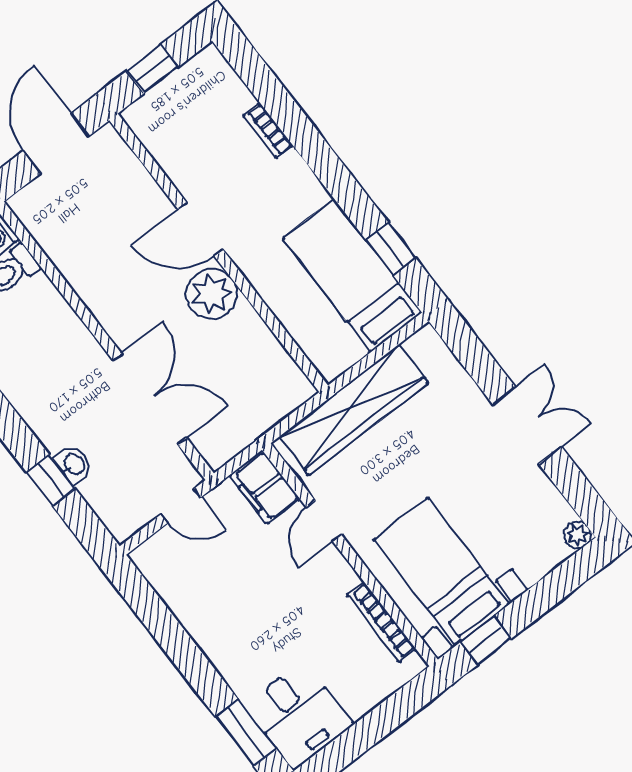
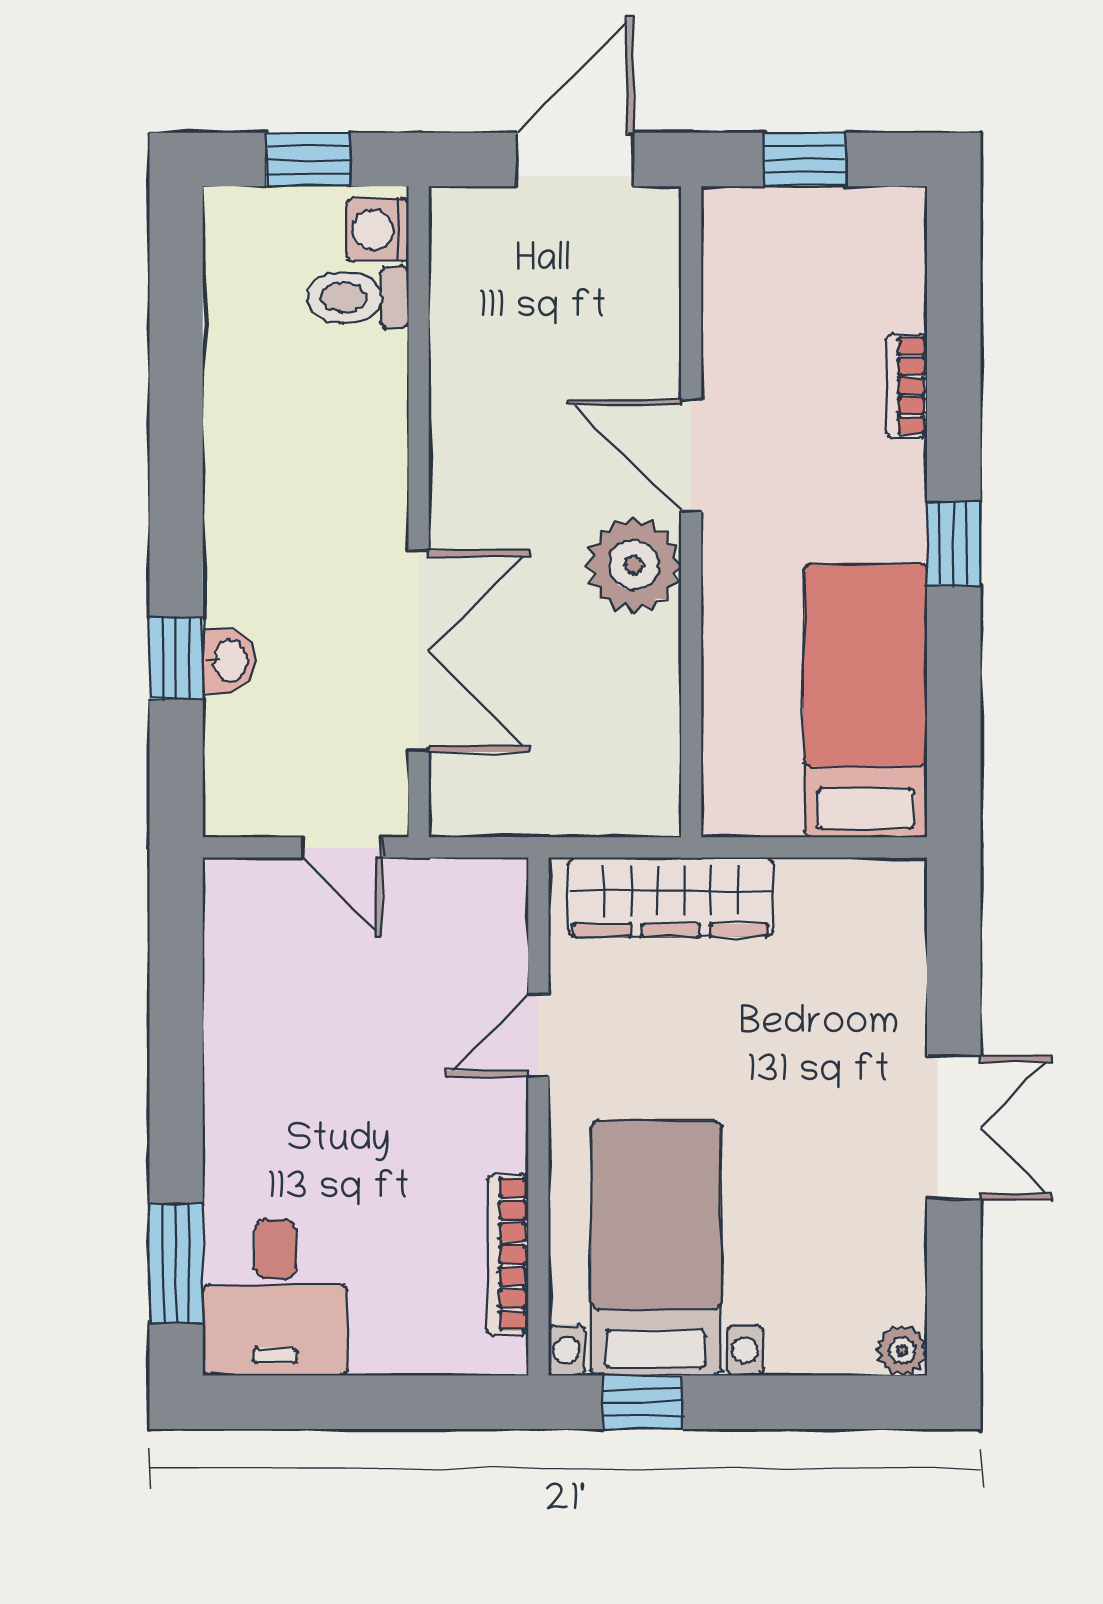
window: (391, 249) -> (954, 544), moved
wardrobe: (354, 410) -> (671, 897), width x0.71, depth x0.85
filing cabinet: (265, 487) -> (489, 916), removed

